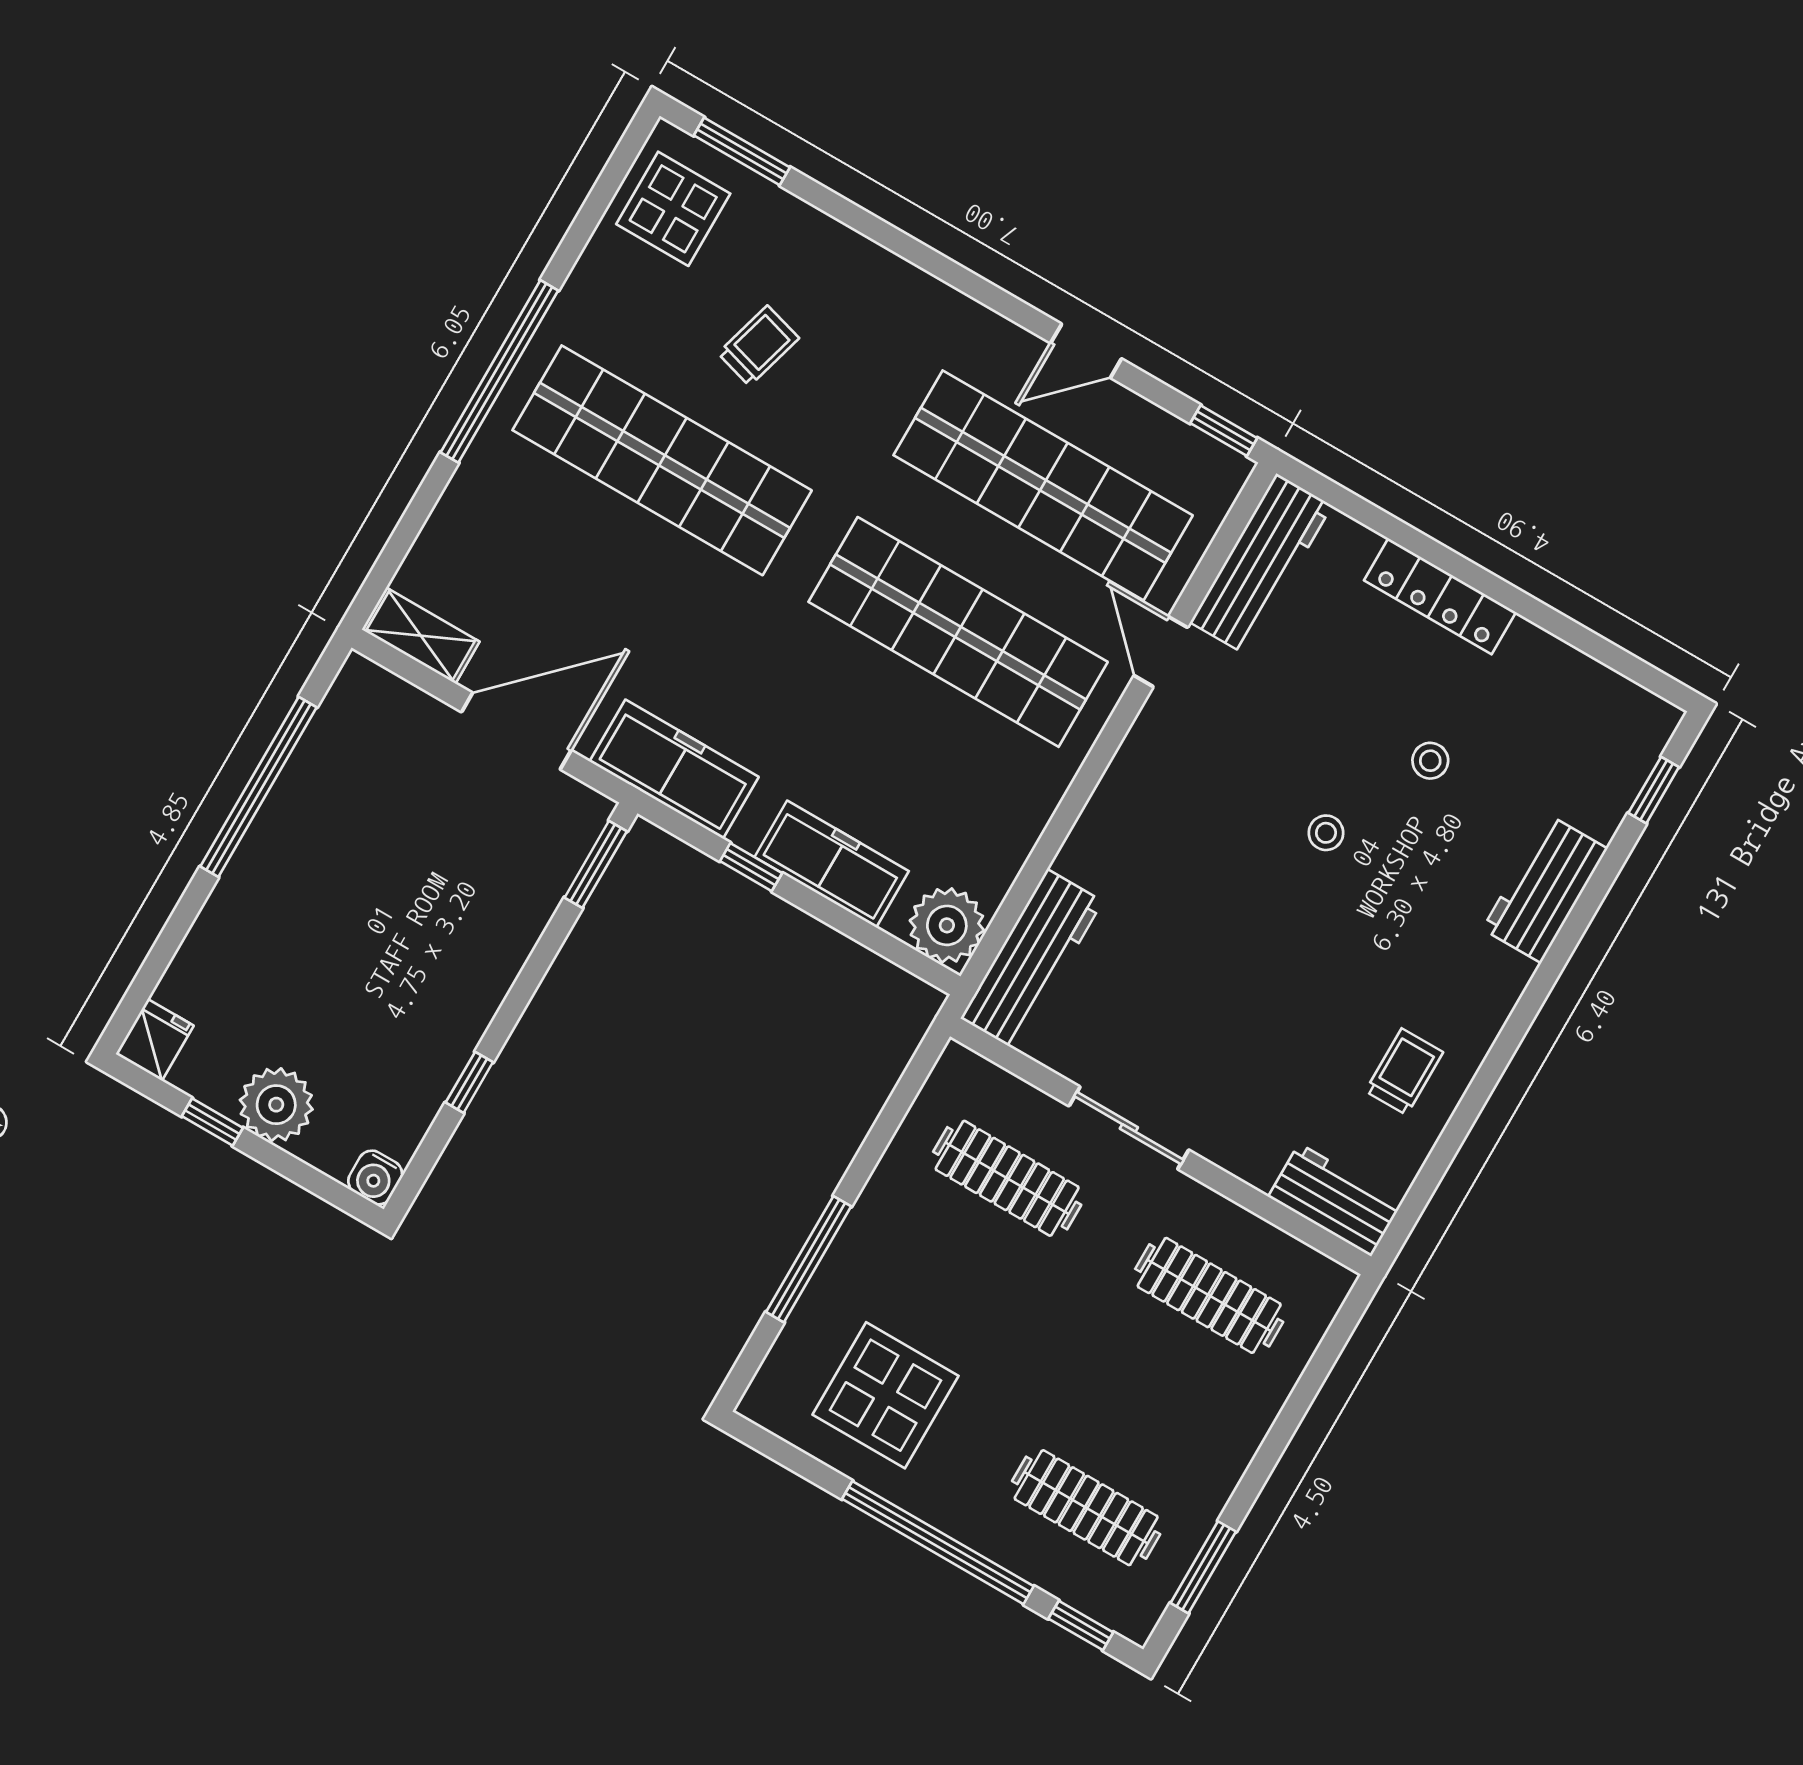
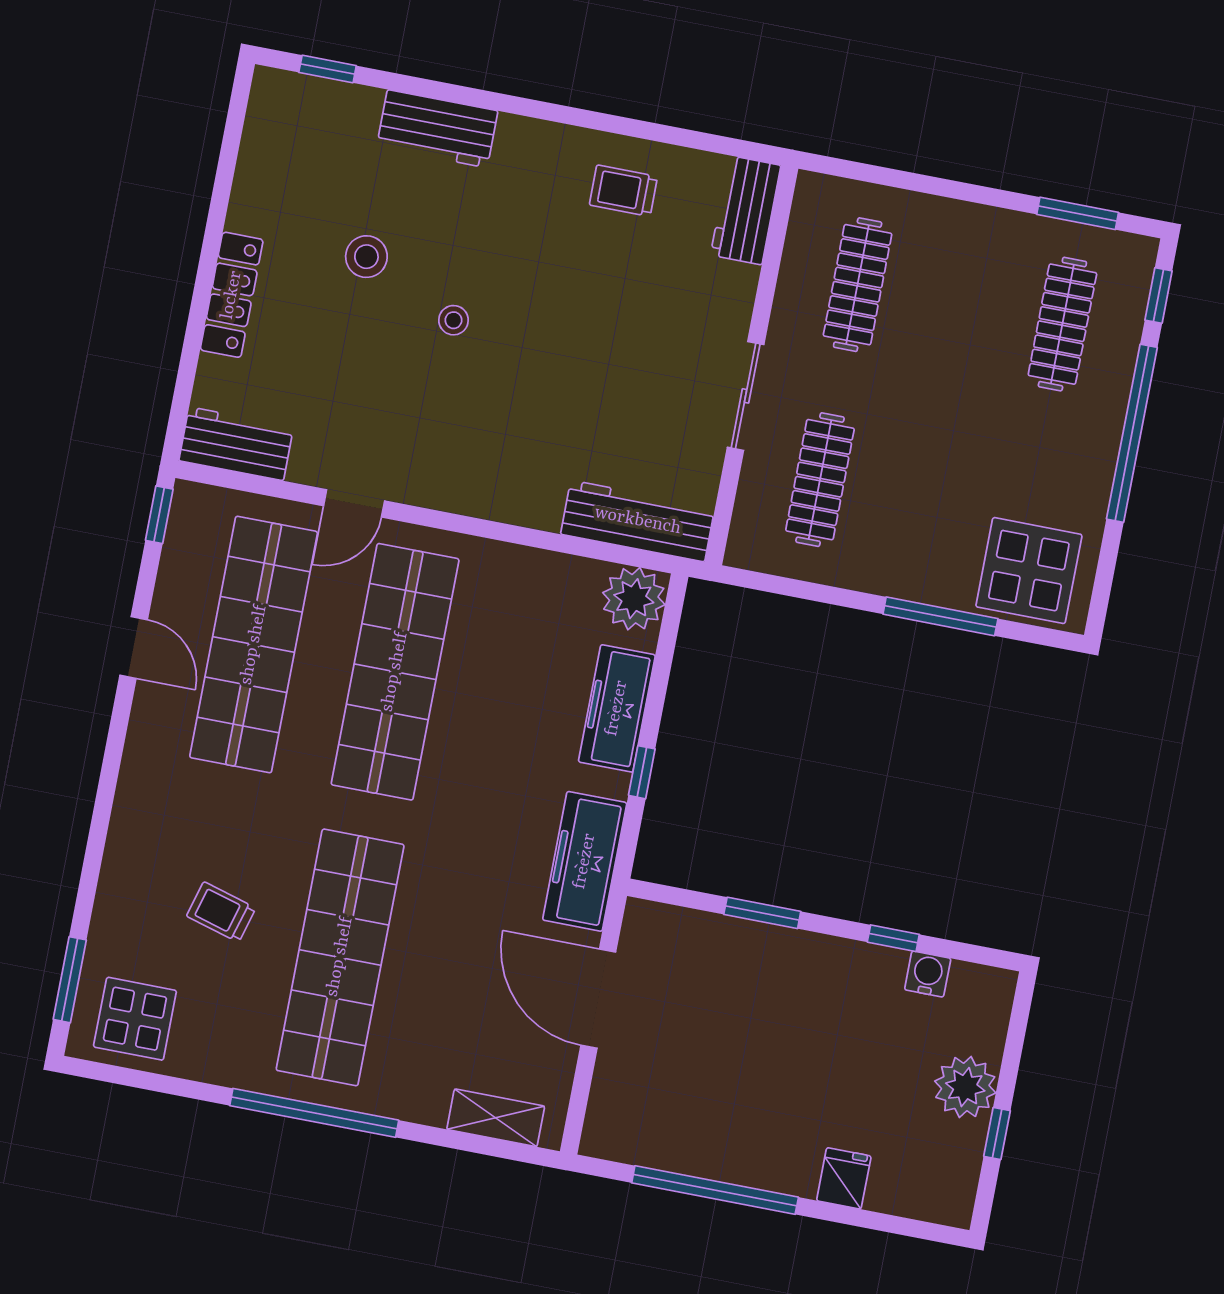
workbench: (1261, 564) -> (236, 444), width x0.73
shelving: (421, 636) -> (496, 1118), moved, turned 90
stool: (1430, 761) -> (366, 257), width x1.37, depth x1.37
window: (596, 864) -> (762, 913), moved
fridge: (155, 1040) -> (844, 1178), moved, turned 90
water cooler: (375, 1177) -> (928, 974), moved, turned -90
display table: (886, 1395) -> (1029, 571), moved

